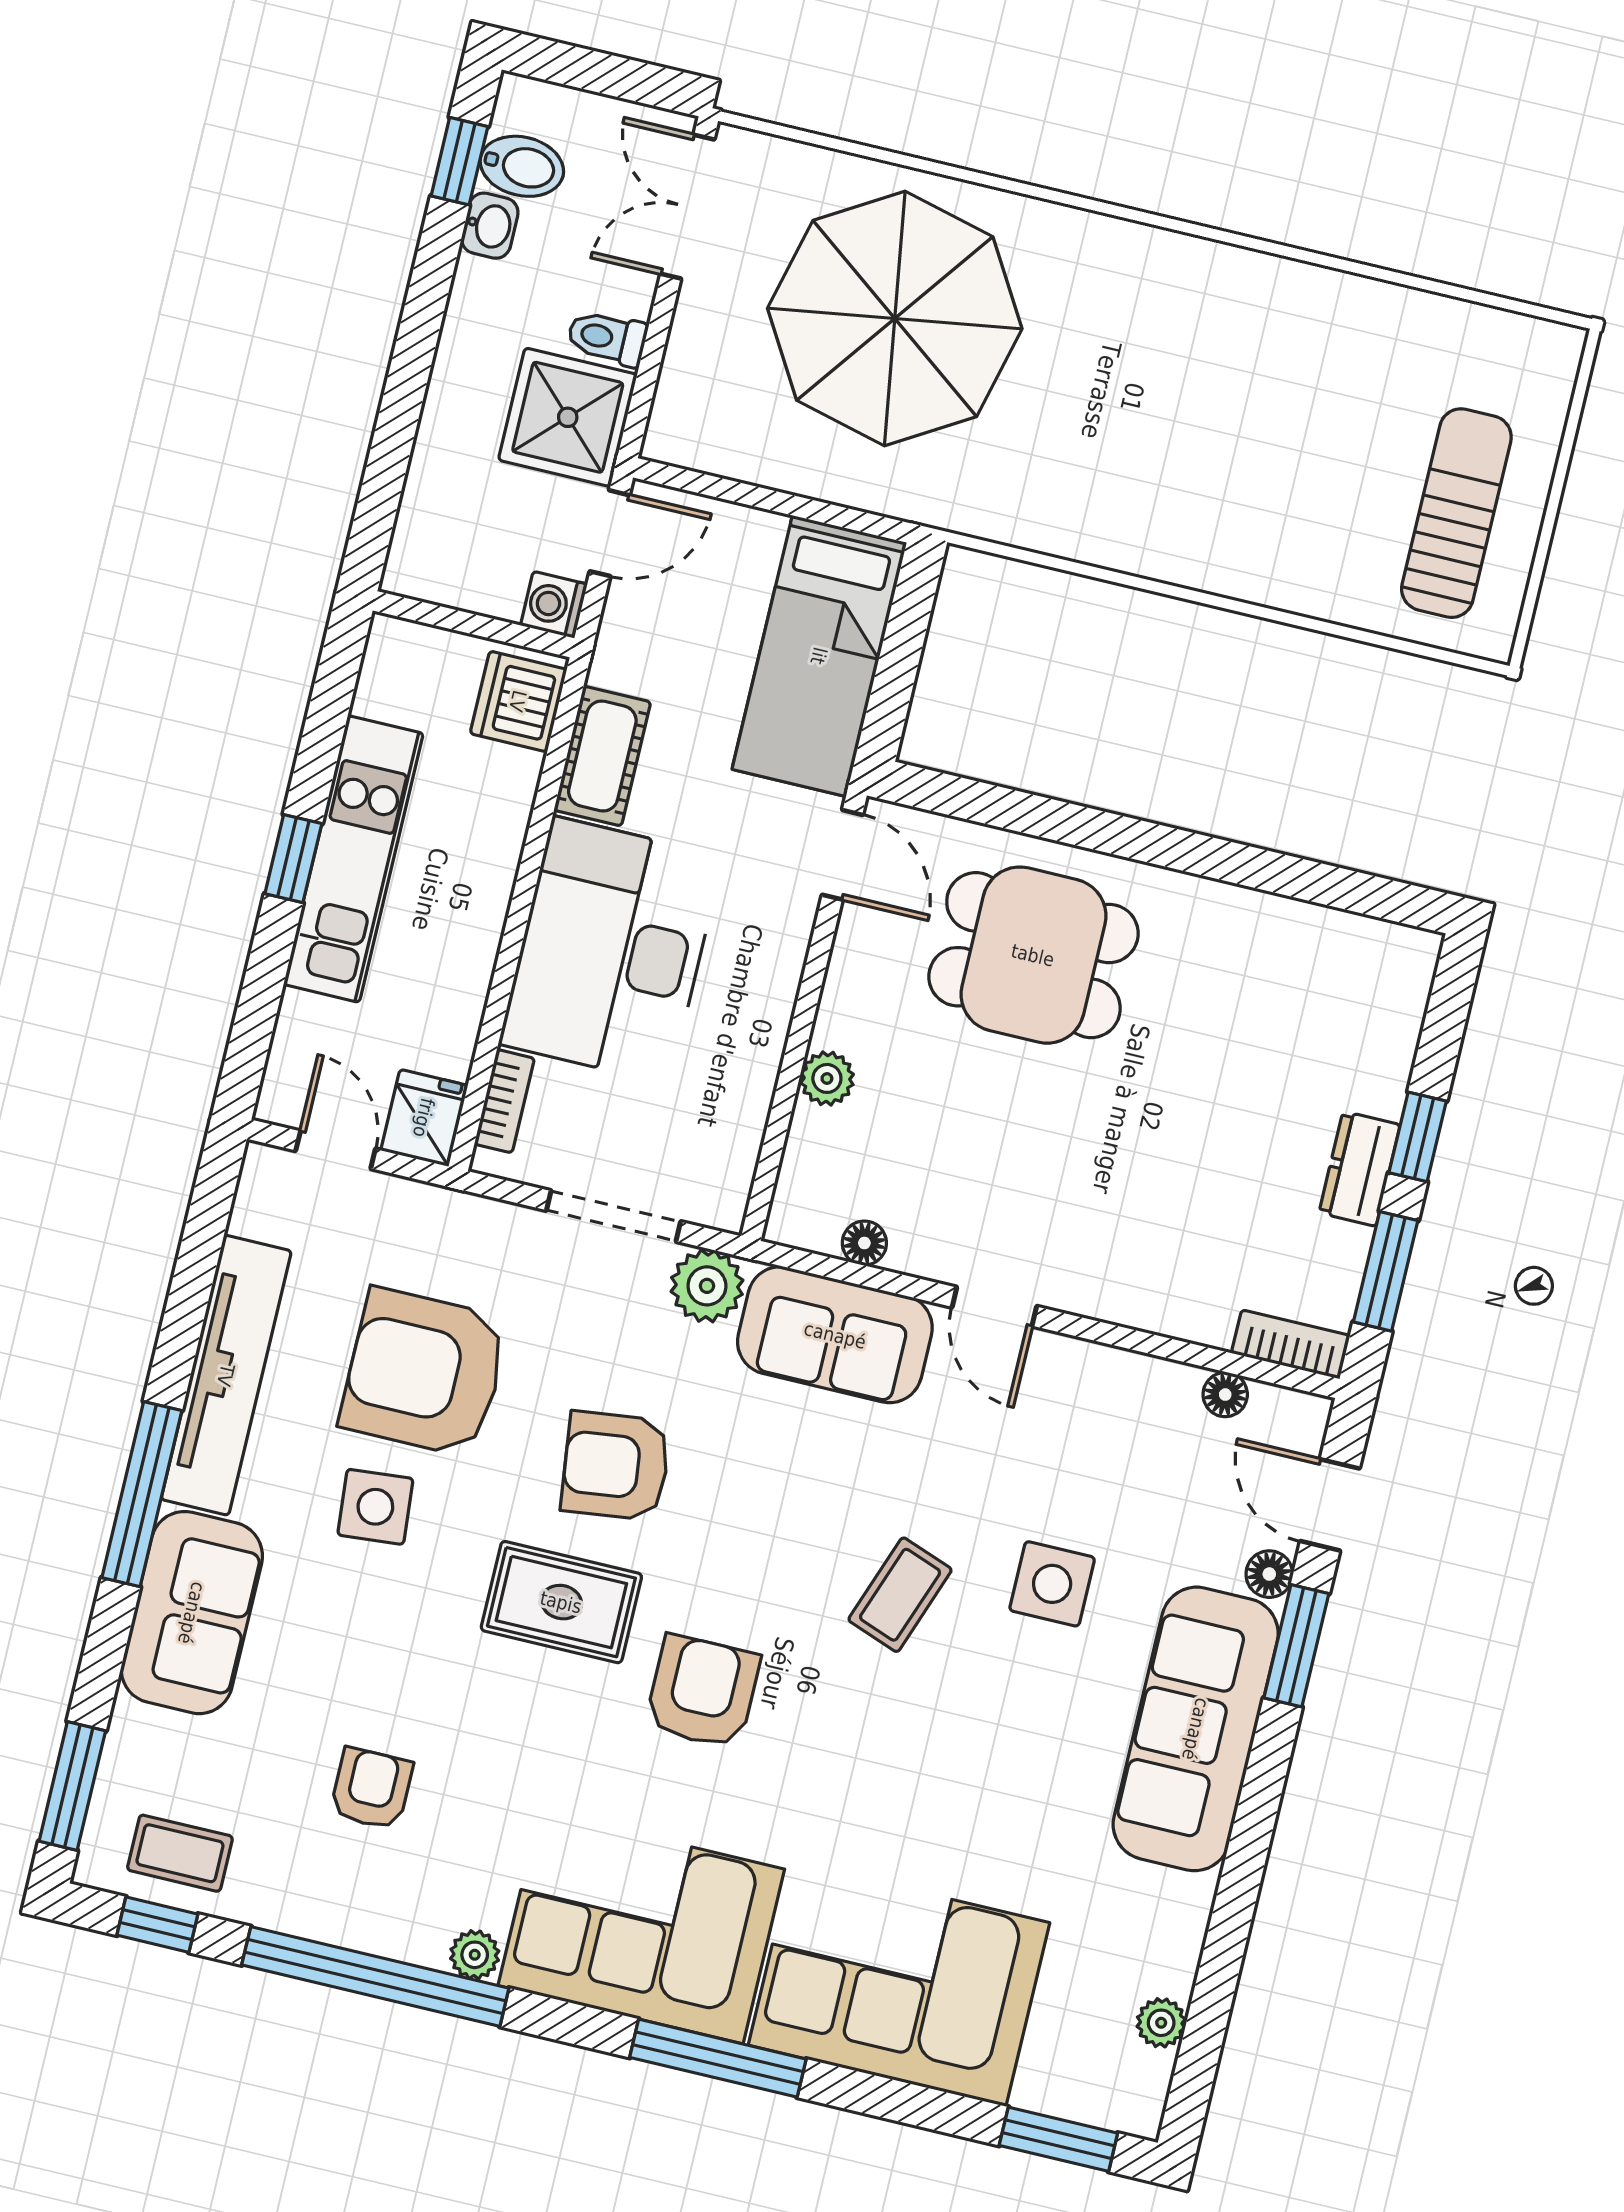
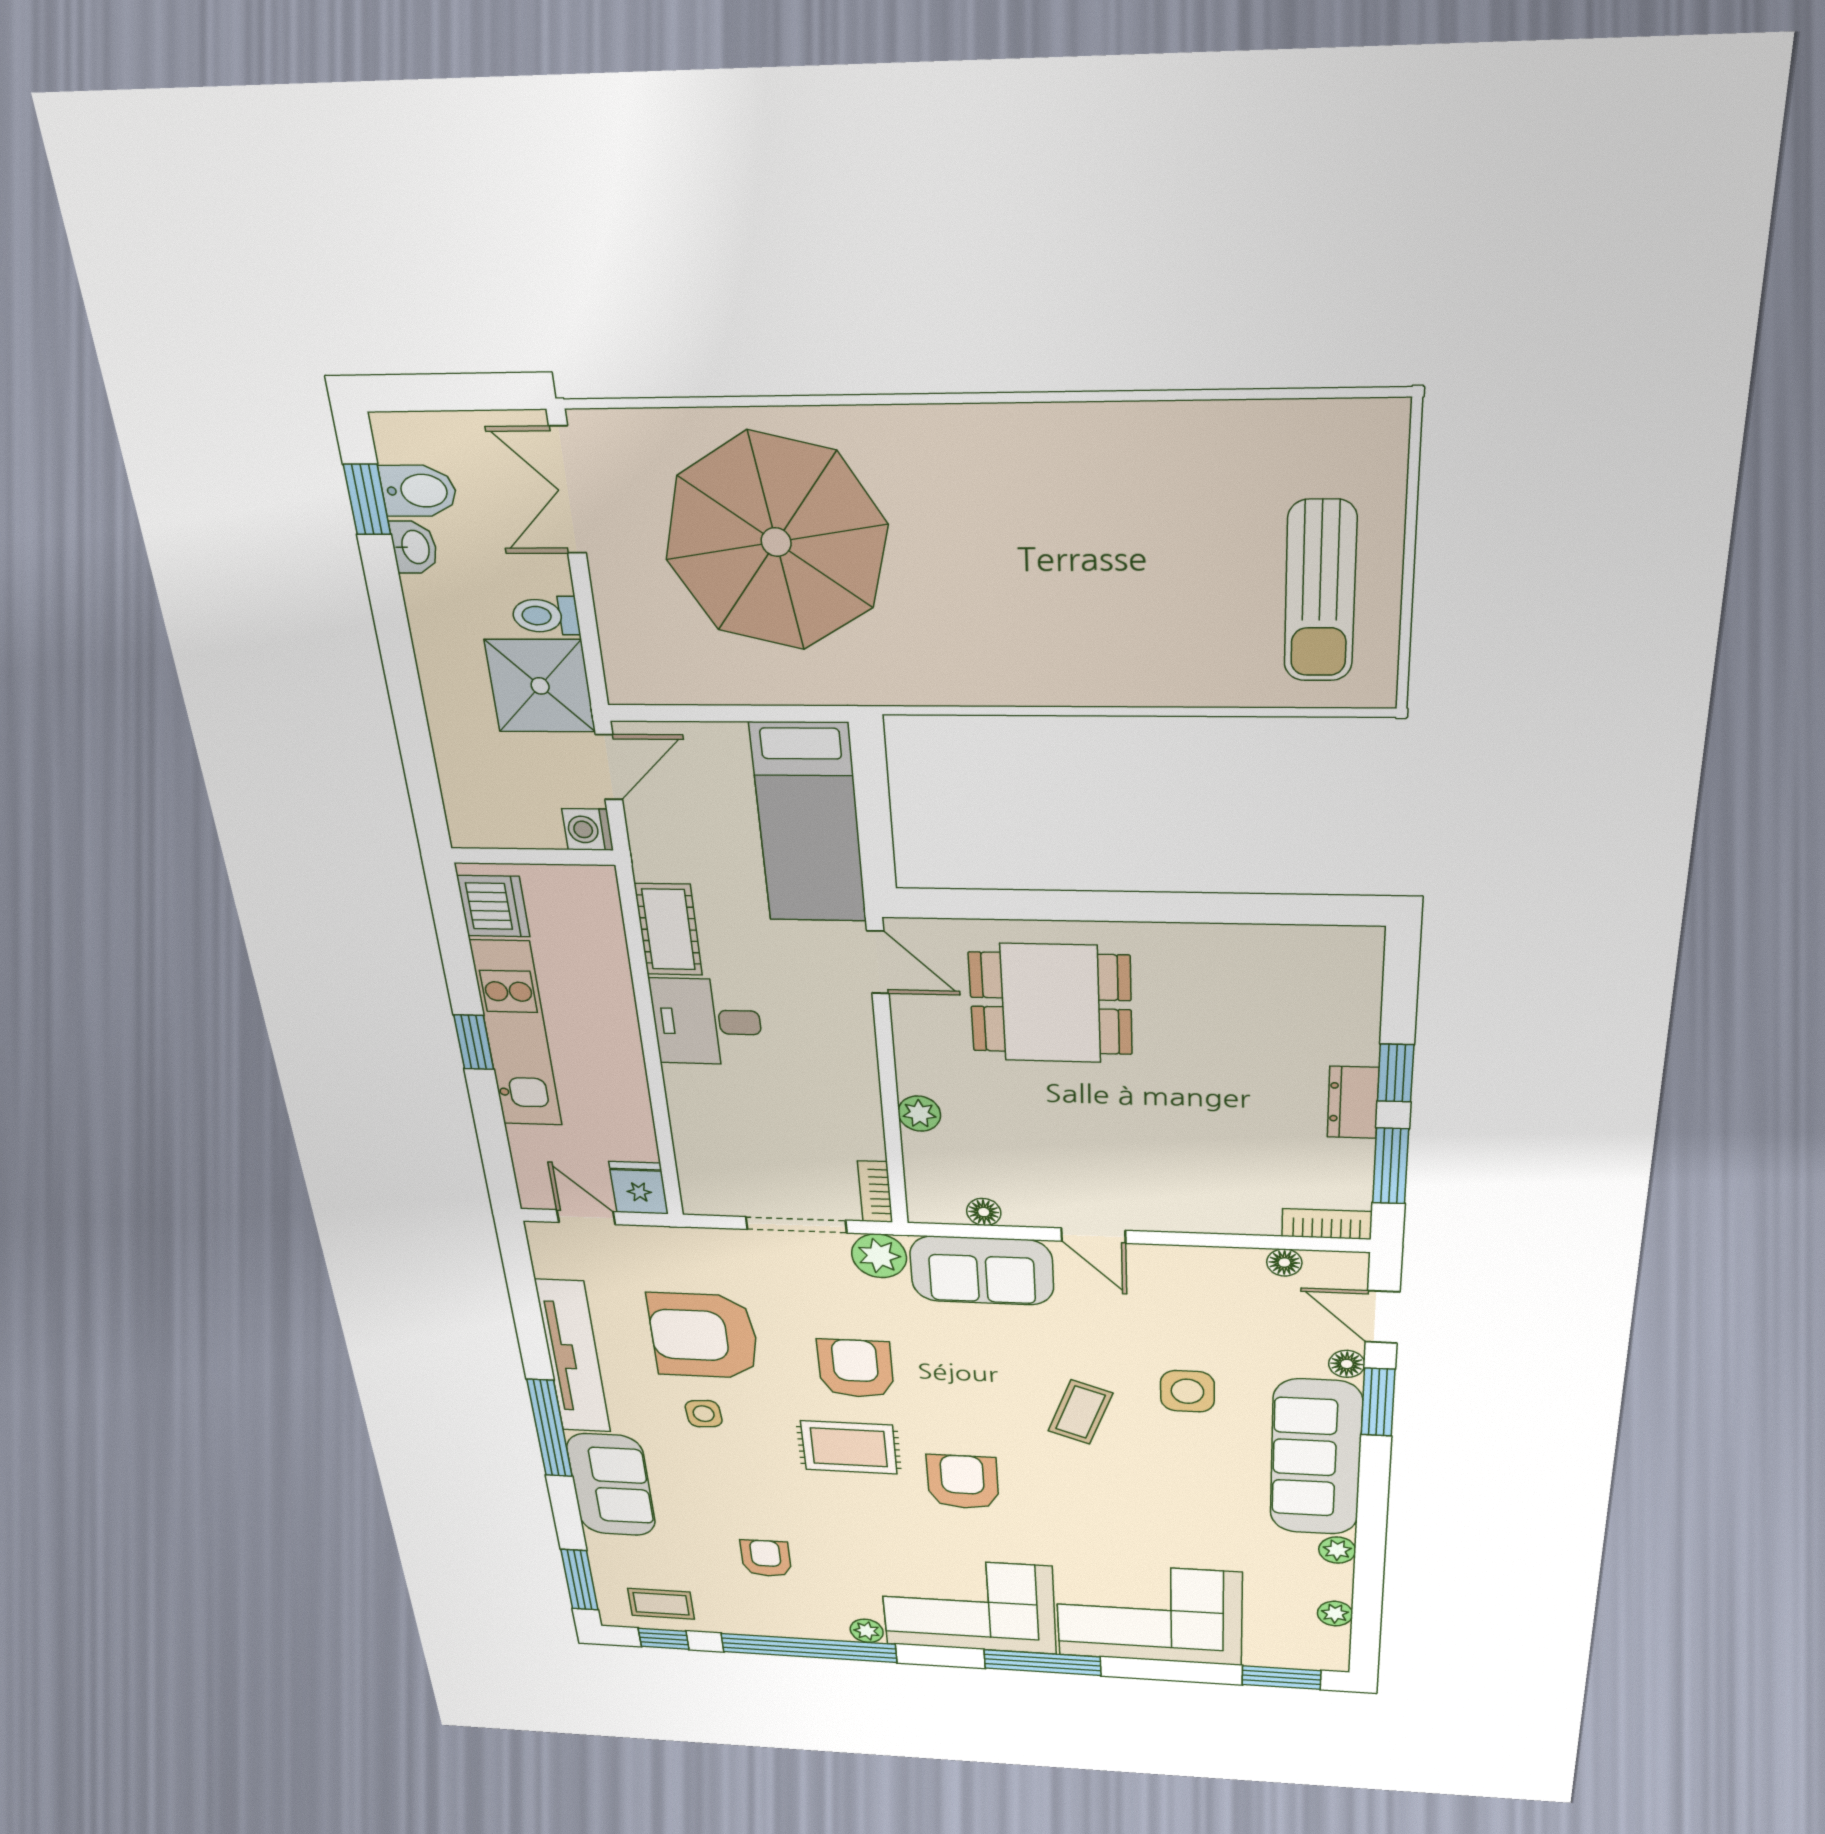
sun lounger: (1456, 513) -> (1320, 592), turned 180
dishwasher: (518, 701) -> (493, 906), moved, turned 180
desk: (611, 950) -> (707, 1022), width x0.53, depth x0.77
bookcase: (504, 1101) -> (875, 1192), moved, turned 180
armchair: (616, 1466) -> (856, 1369), turned 97
side table: (375, 1507) -> (704, 1414), width x0.73, depth x0.73
plant: (1189, 1902) -> (1337, 1550), added

